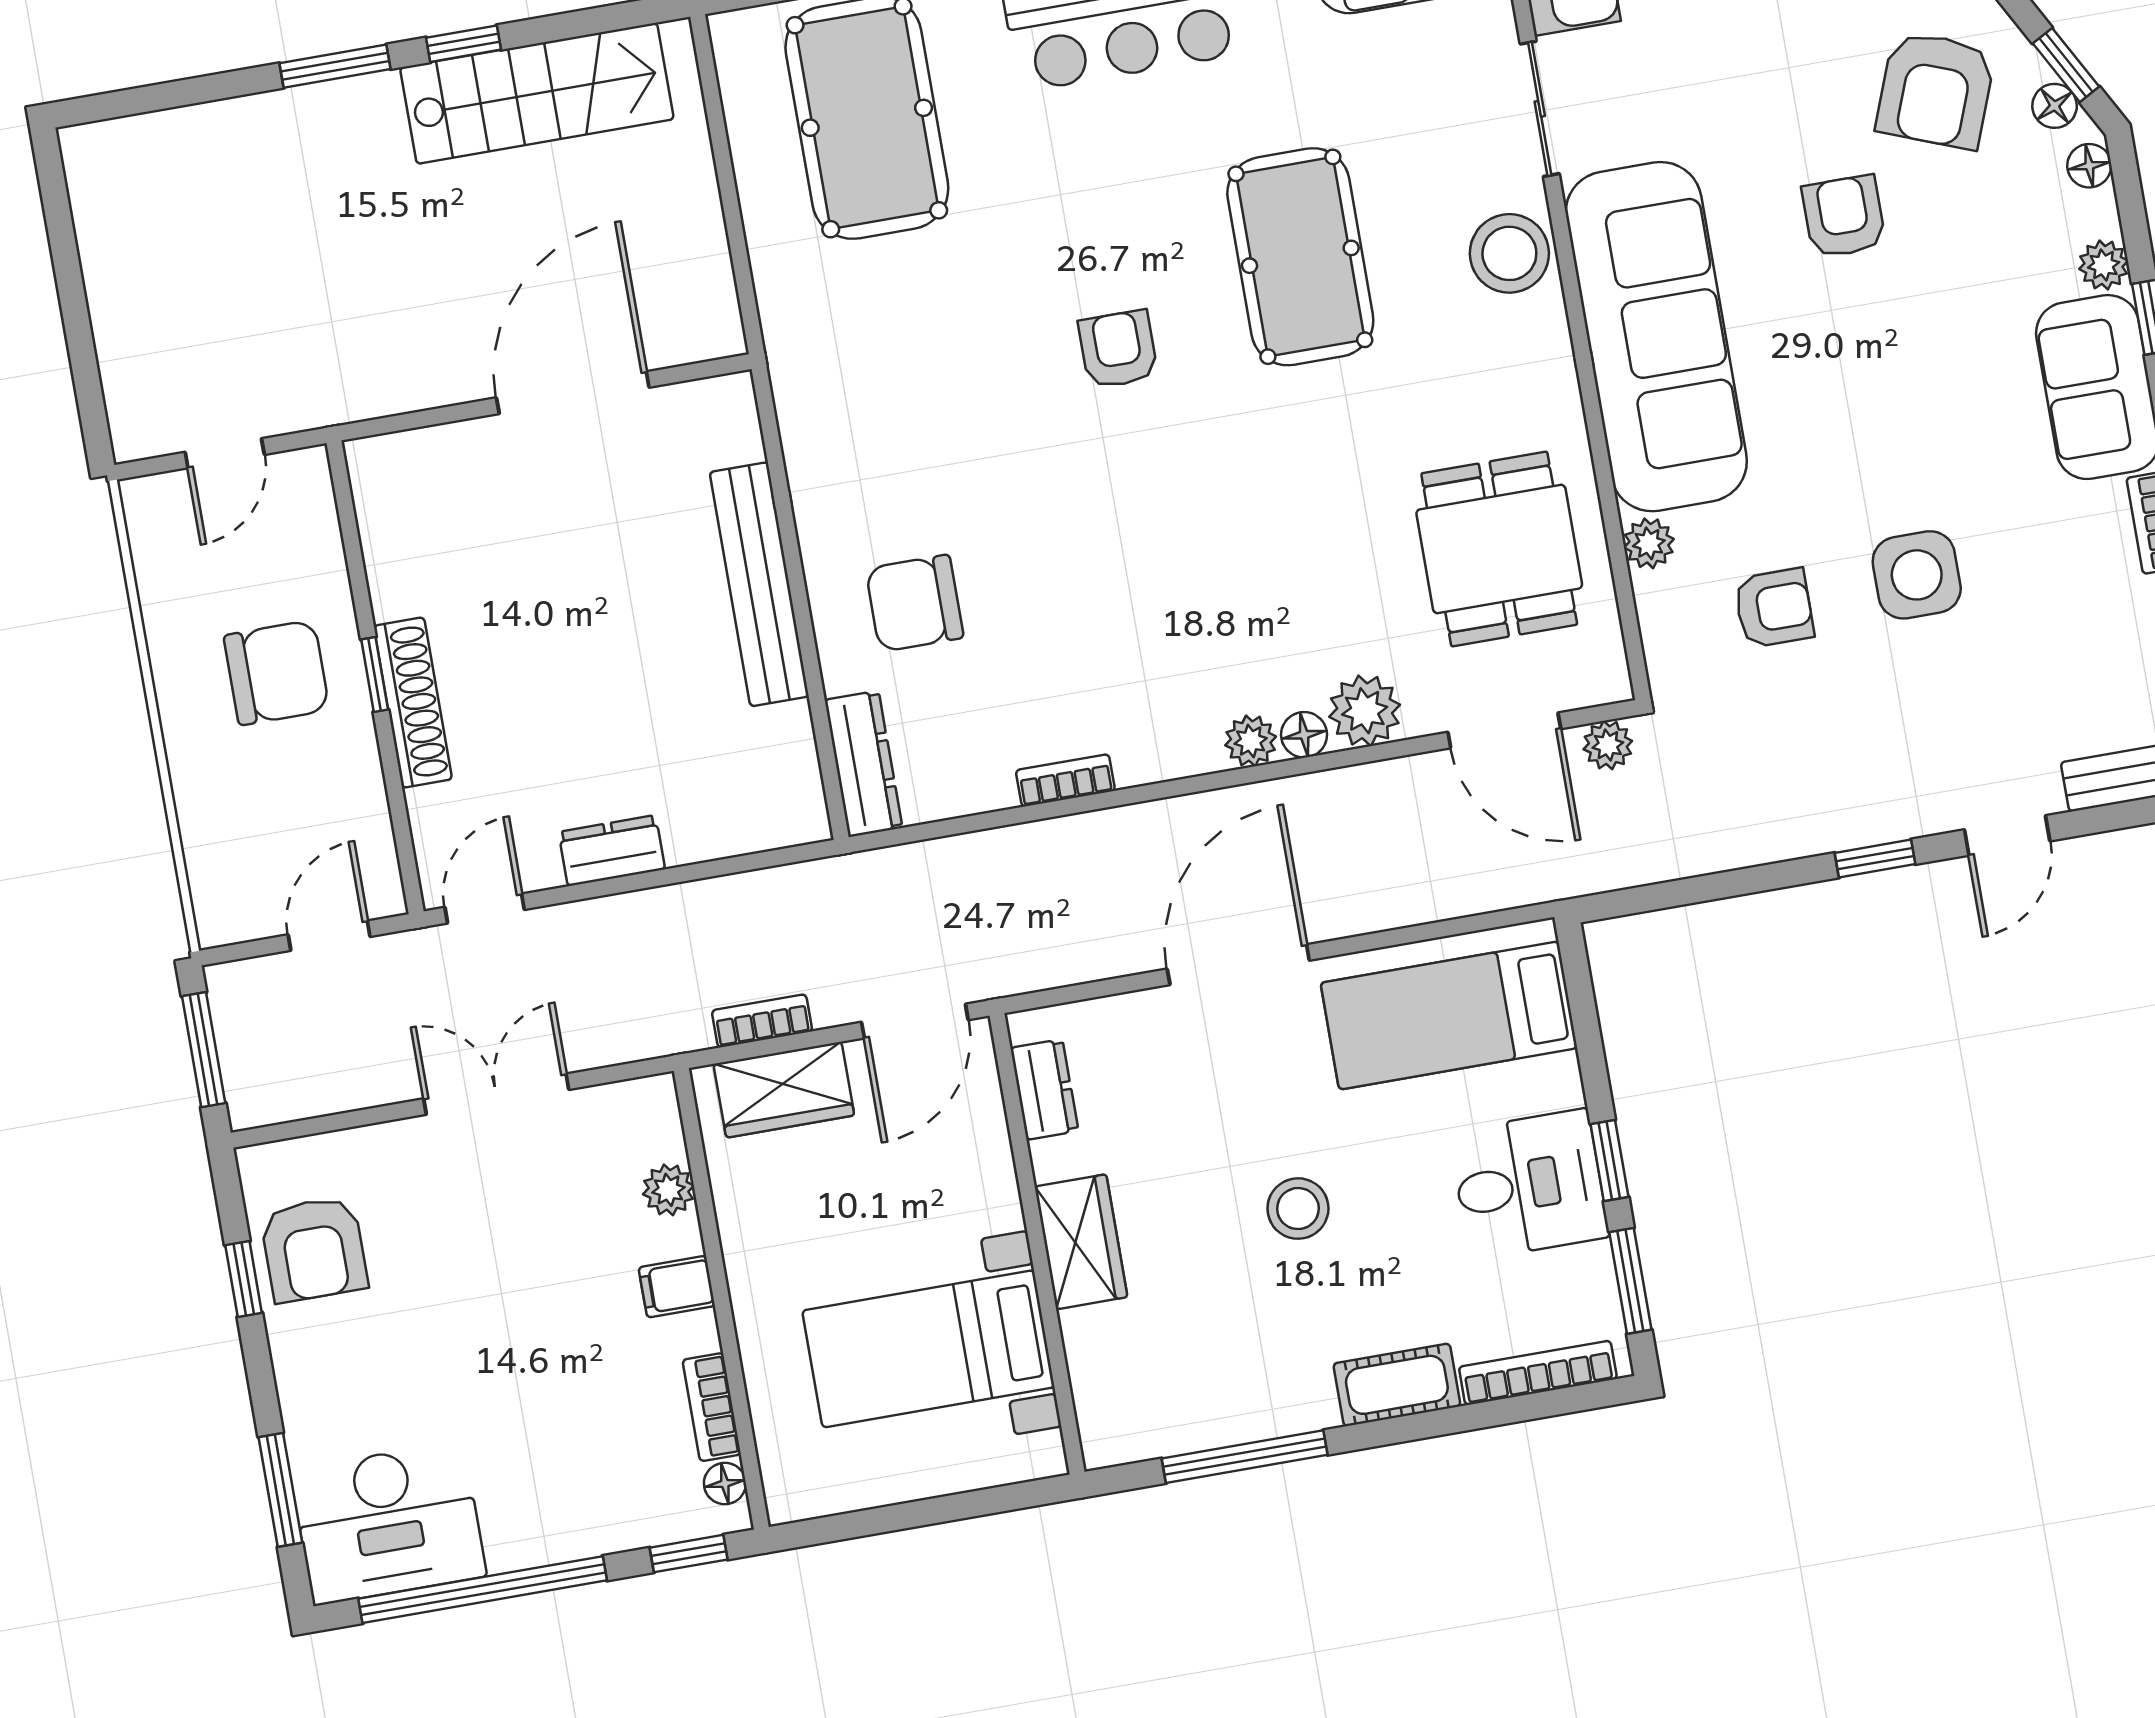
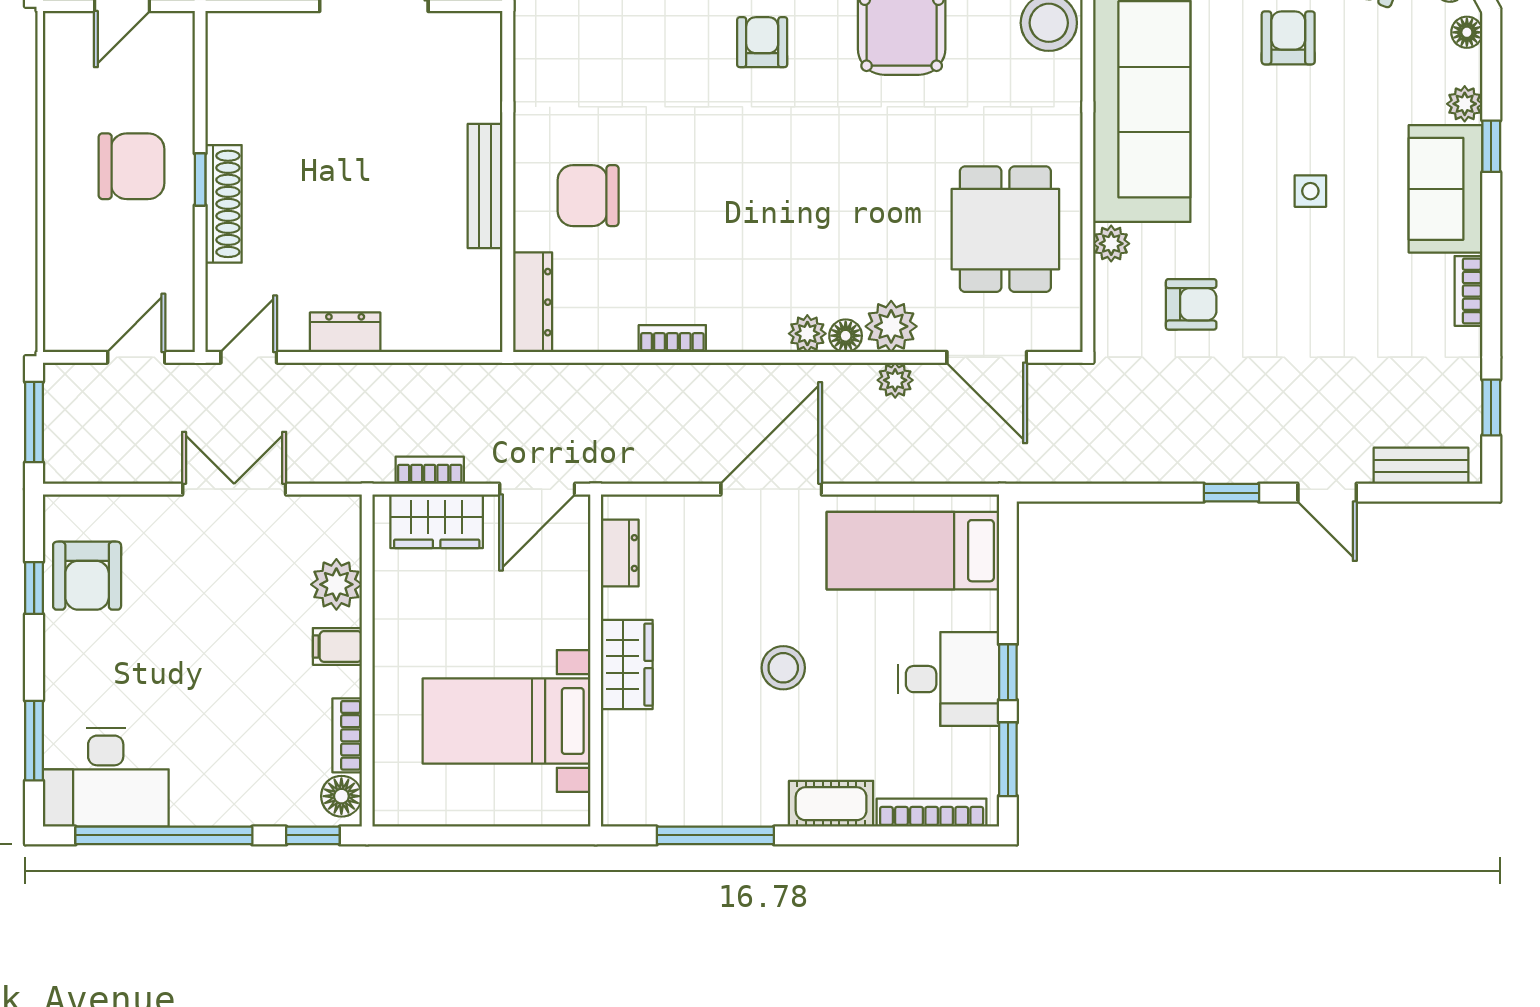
side table: (1917, 575) -> (1310, 191), moved, width x0.54, depth x0.54
bench: (759, 584) -> (485, 186), width x0.73, depth x0.82
plant: (1608, 745) -> (895, 380), moved
door: (2007, 835) -> (1327, 493), hinge flipped
plant: (668, 1190) -> (336, 584), width x1.38, depth x1.38
floor lamp: (725, 1483) -> (341, 796), width x1.37, depth x1.37

